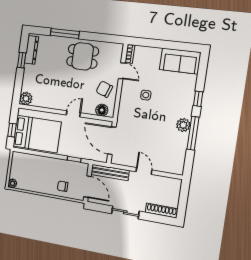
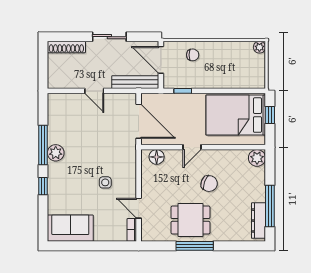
window: (65, 33) -> (195, 246), moved
window: (22, 60) -> (270, 206), width x2.17
chair: (104, 89) -> (209, 184), moved

